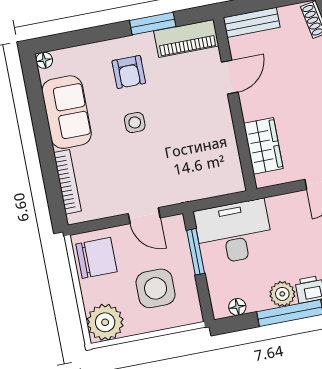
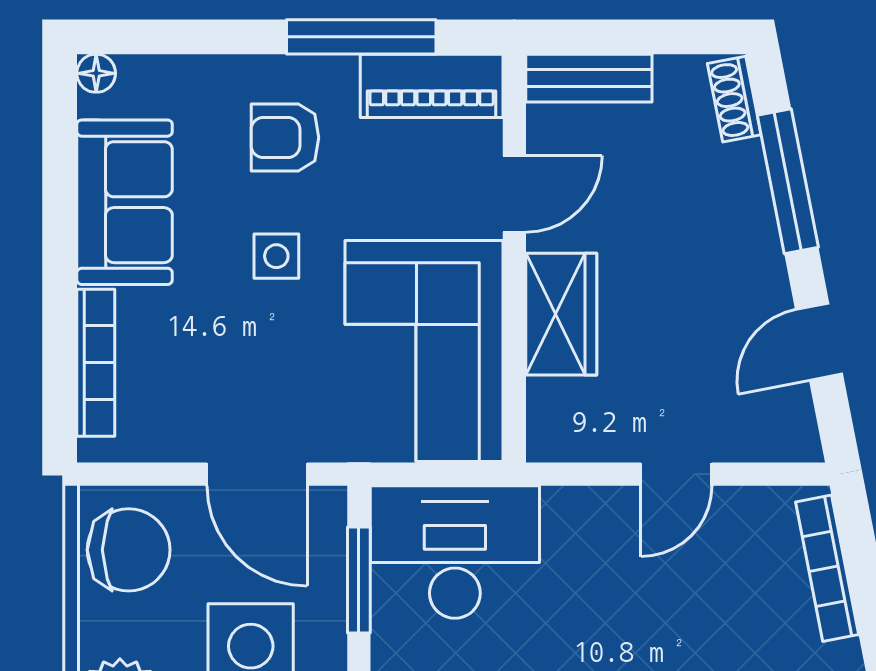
window: (153, 23) -> (361, 37), width x1.44
armchair: (129, 72) -> (285, 138), turned 90
wardrobe: (263, 146) -> (561, 314), moved
corner sofa: (204, 150) -> (424, 351), added
door: (144, 216) -> (257, 474), width x1.38

